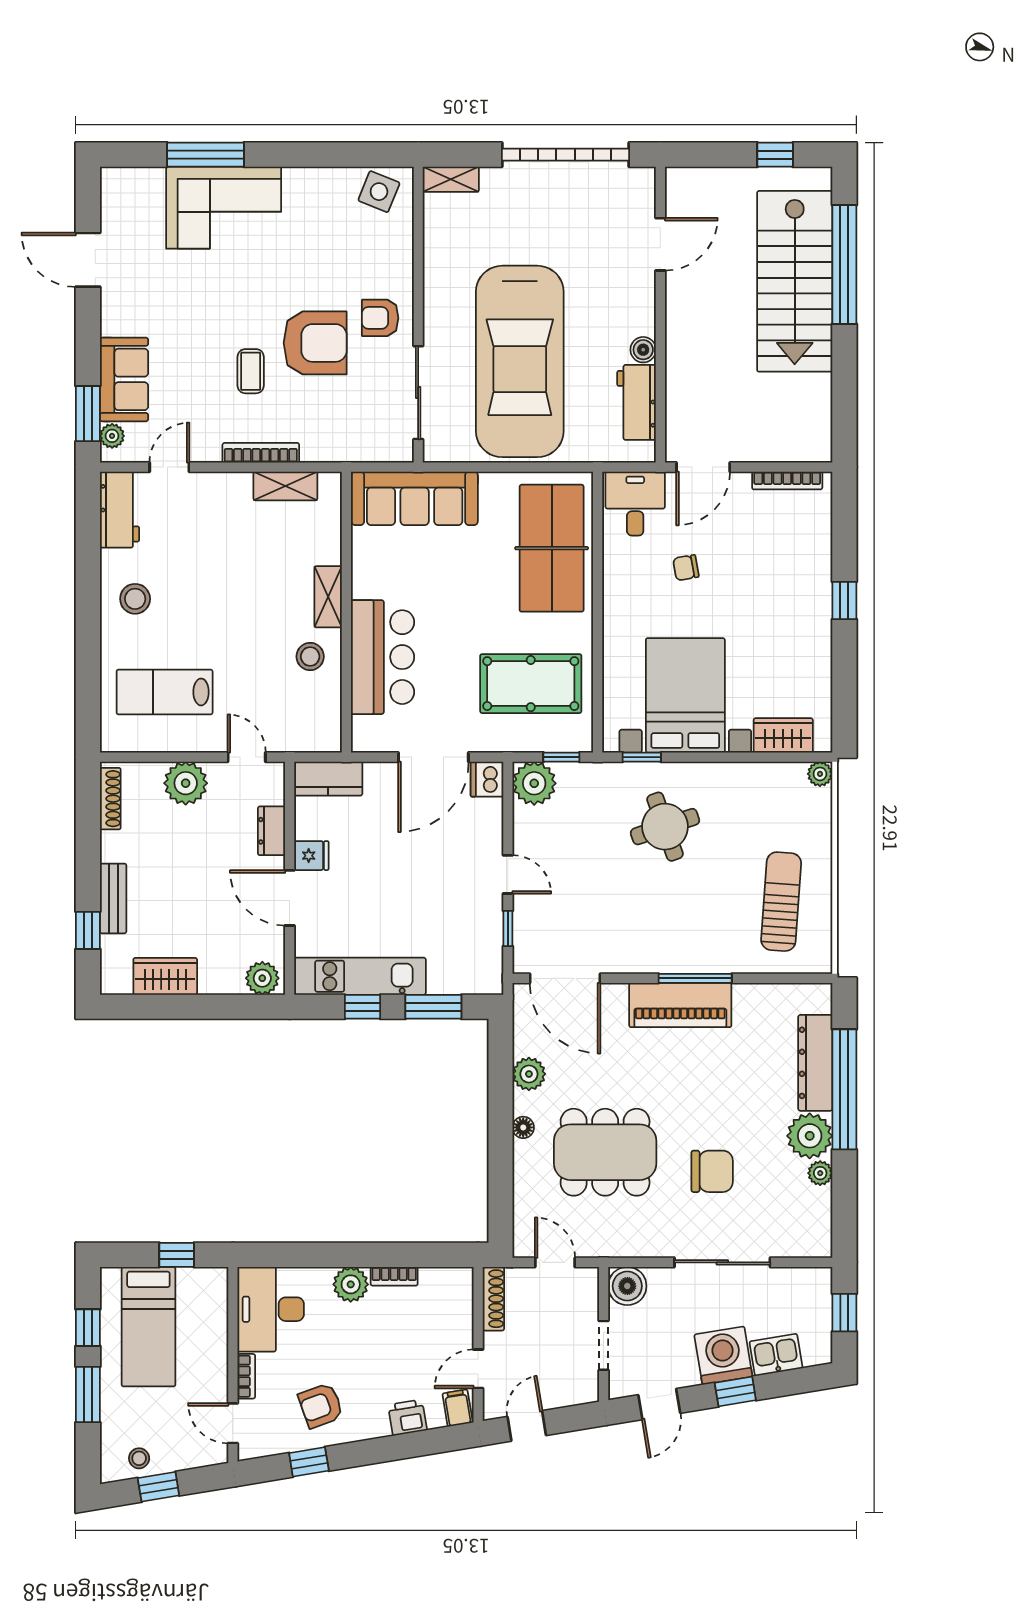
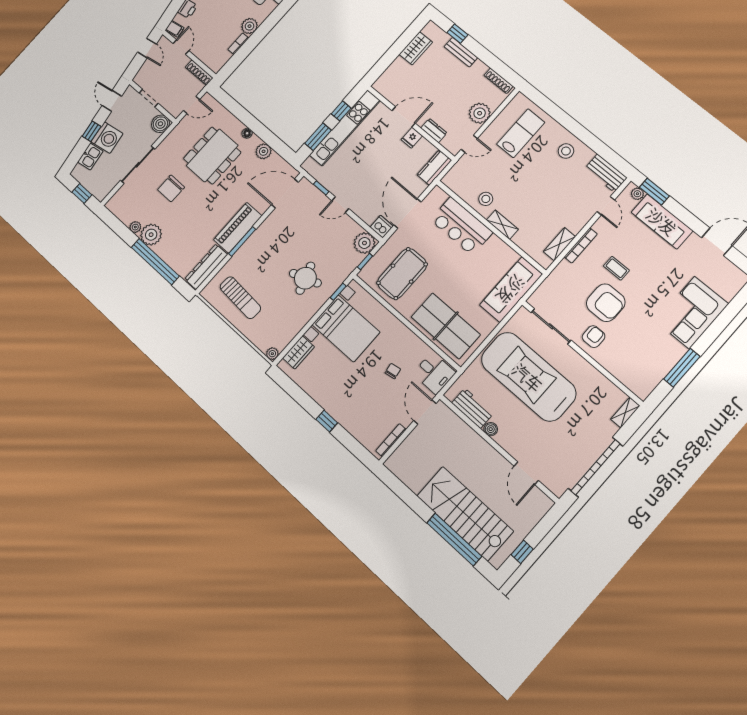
window: (205, 155) -> (682, 368), moved
side table: (379, 192) -> (645, 380), removed
armchair: (315, 343) -> (606, 303), turned -90
sofa: (124, 379) -> (662, 221), width x1.36
kitchen unit: (360, 976) -> (345, 128), width x1.36
plant: (262, 978) -> (384, 83), removed
dresser: (815, 1063) -> (206, 267), moved, turned -90

